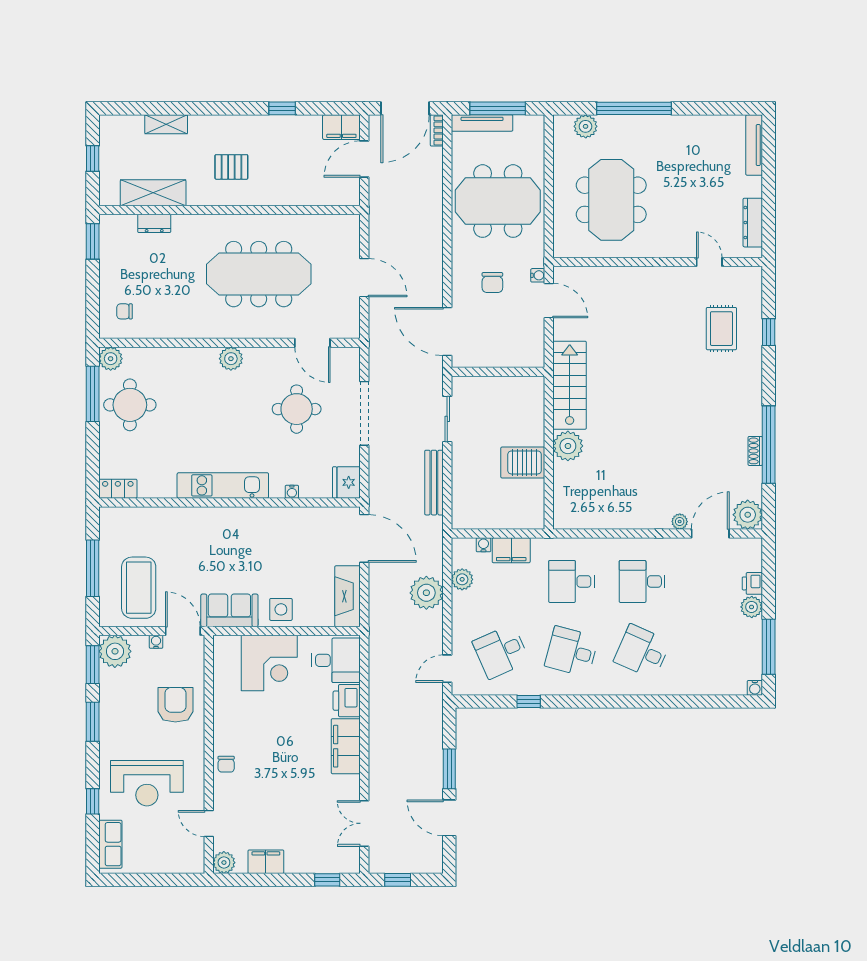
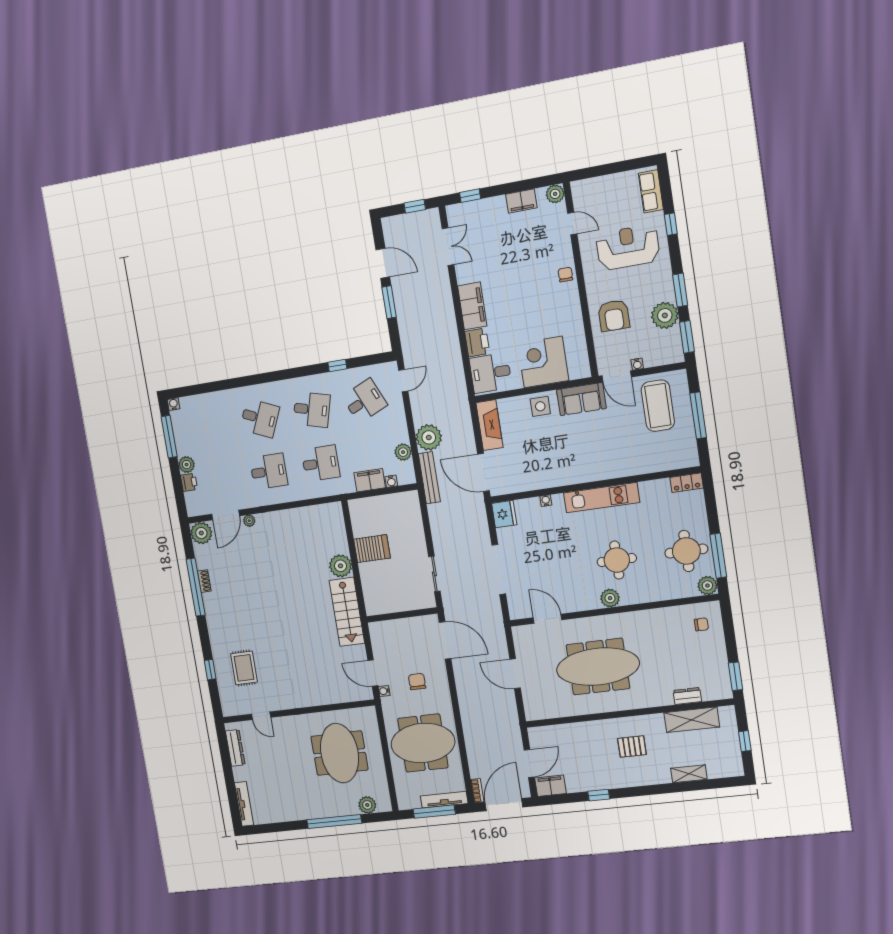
round table: (297, 409) -> (617, 560), moved
bench: (434, 483) -> (429, 478), moved
plant: (115, 651) -> (665, 315), moved

